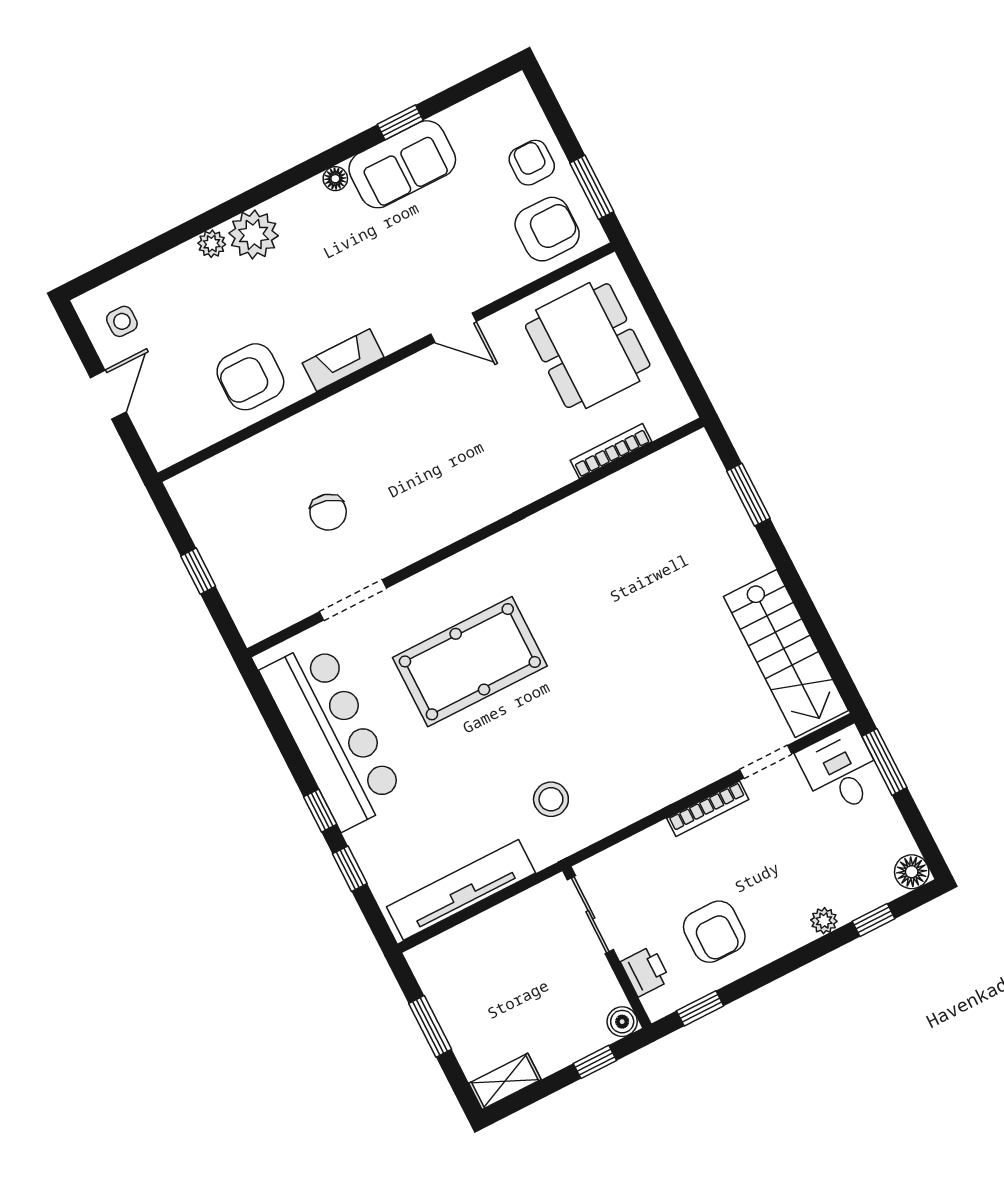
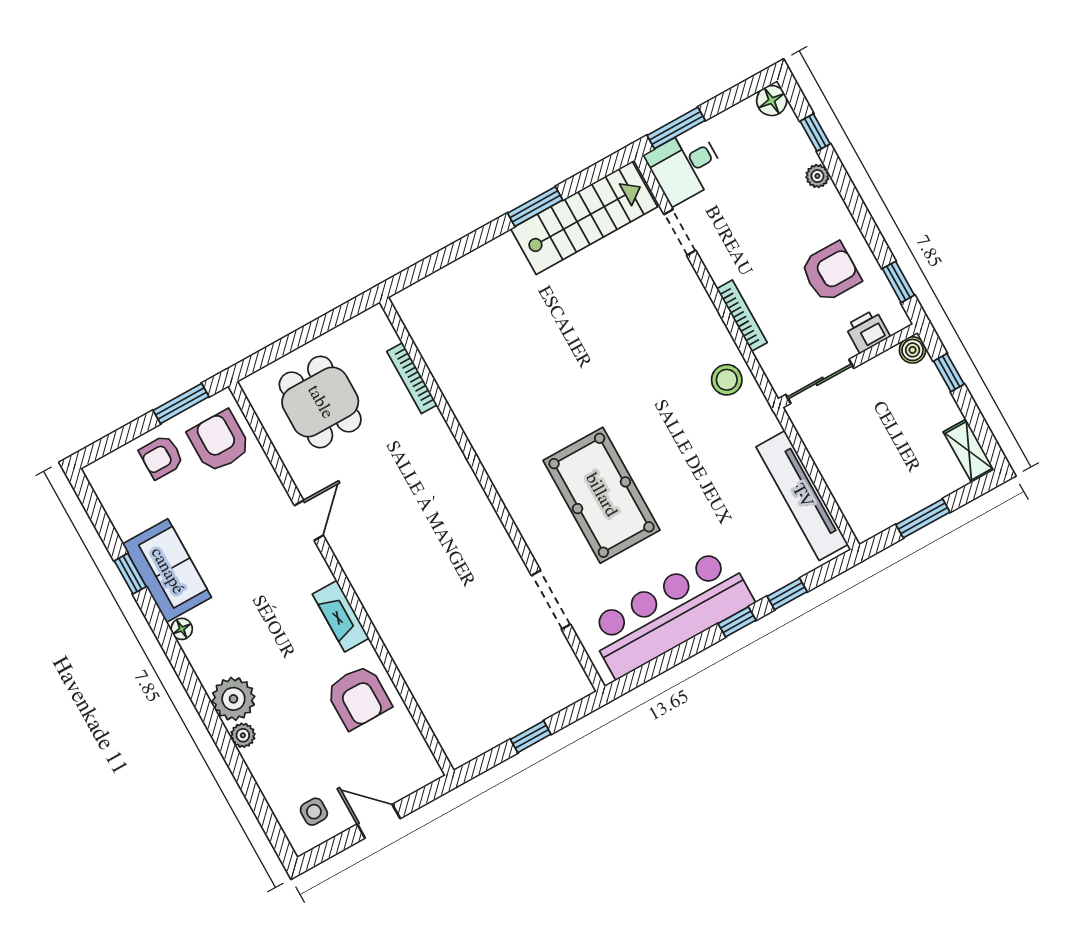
dining table: (588, 346) -> (320, 402), width x0.73
window: (748, 495) -> (535, 206), moved
chair: (328, 512) -> (475, 625), removed
stool: (551, 799) -> (727, 380), moved
bookcase: (708, 809) -> (742, 316), moved

